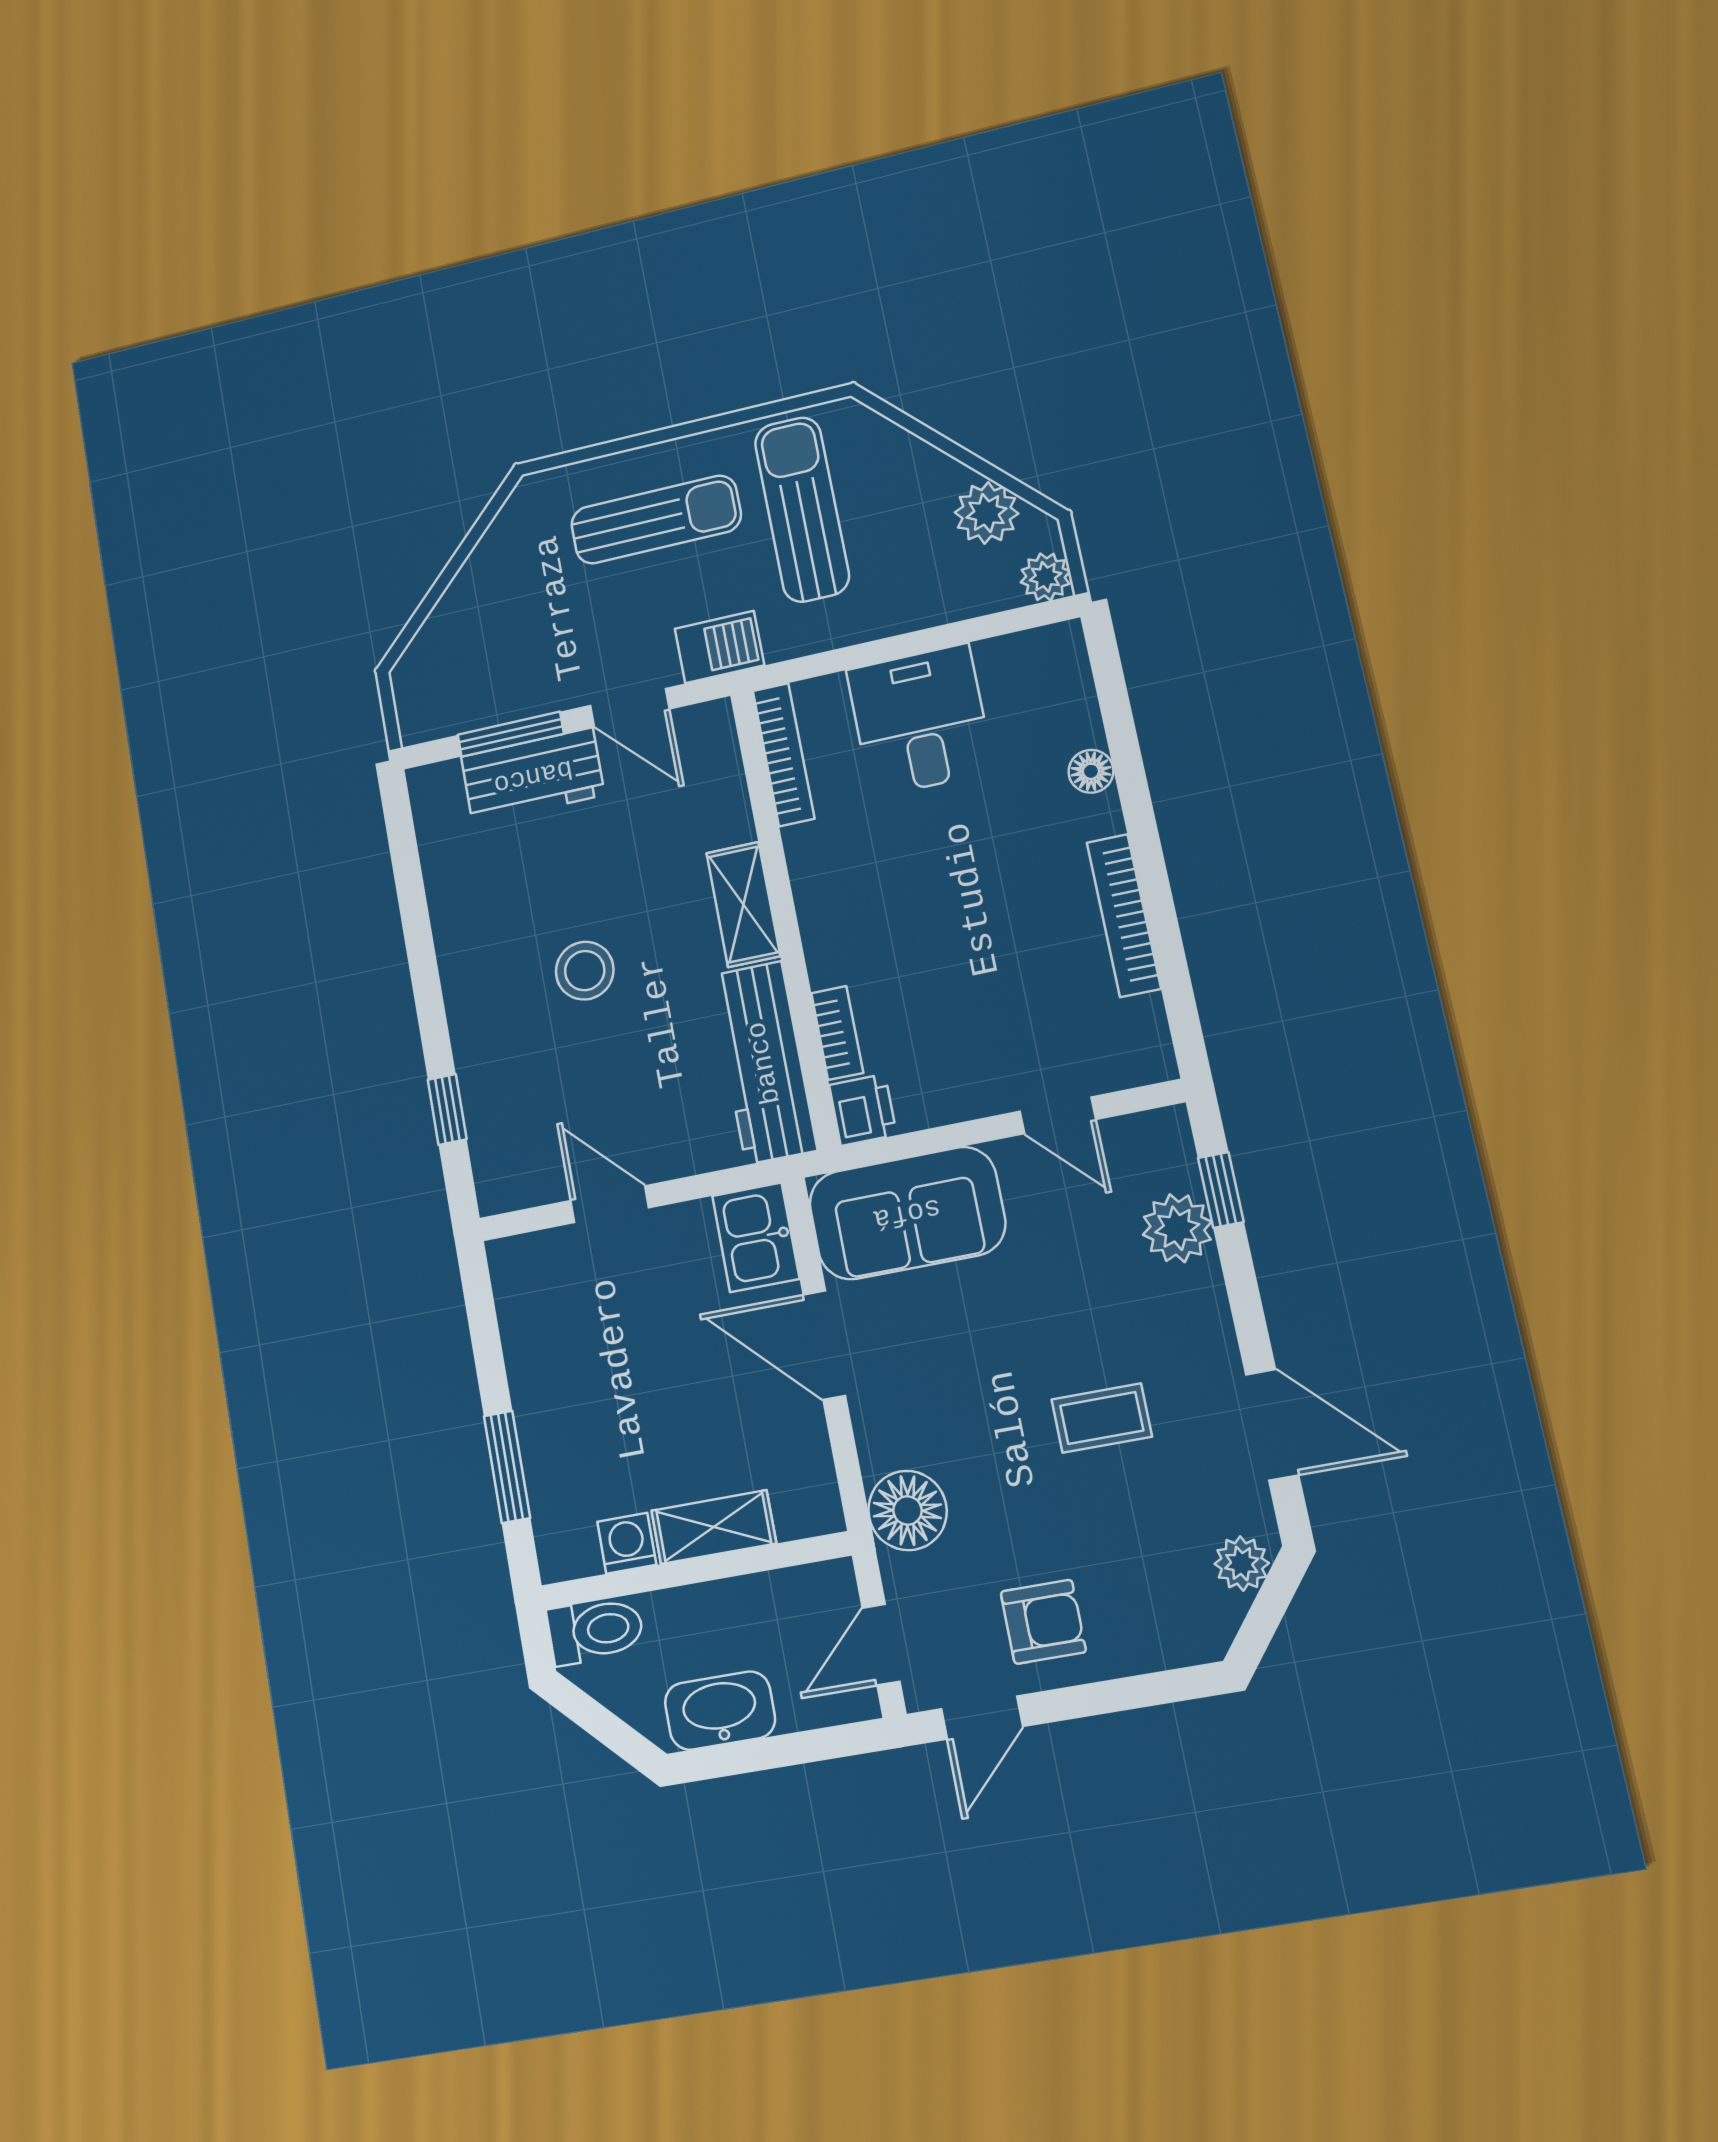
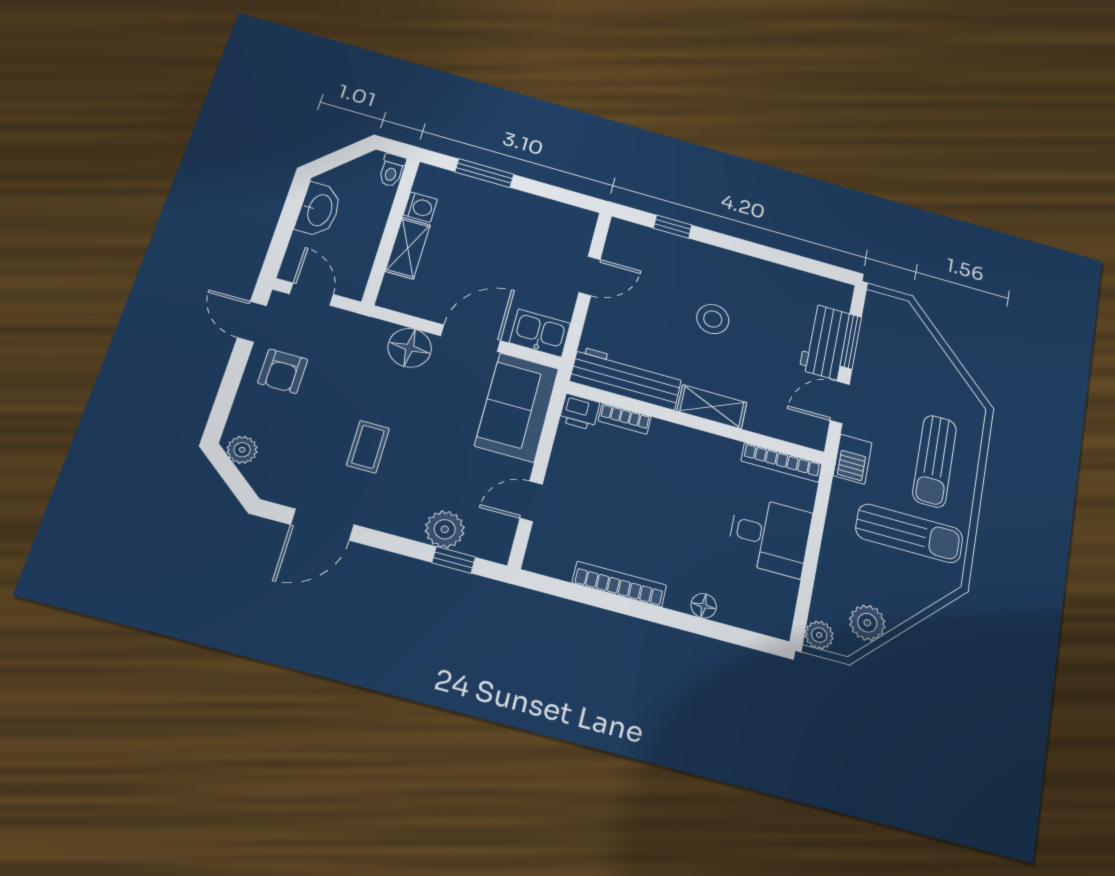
floor lamp: (907, 1510) -> (410, 348), moved
plant: (1242, 1563) -> (242, 450), moved
toilet: (596, 1630) -> (392, 170), width x0.73, depth x0.72

